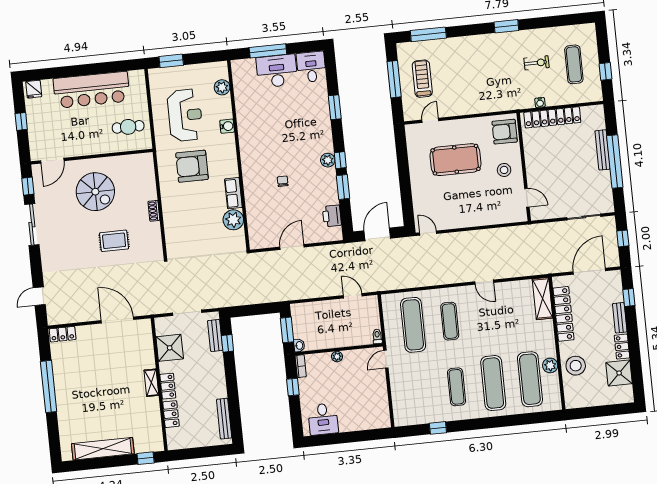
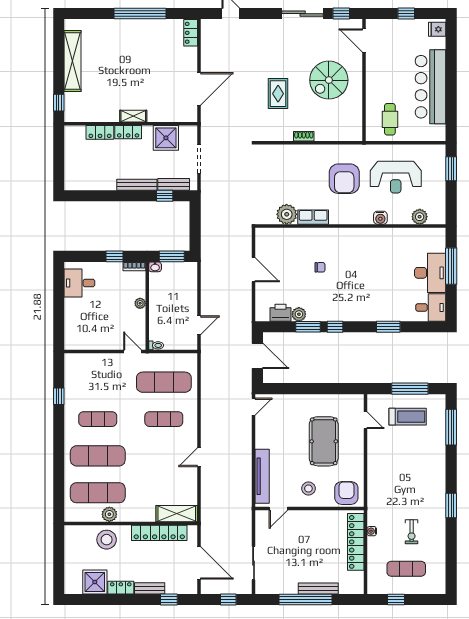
plant: (328, 160) -> (299, 314), moved
armchair: (192, 166) -> (344, 179), turned 180
tv unit: (497, 217) -> (262, 476), added
bench: (224, 419) -> (137, 185), moved

